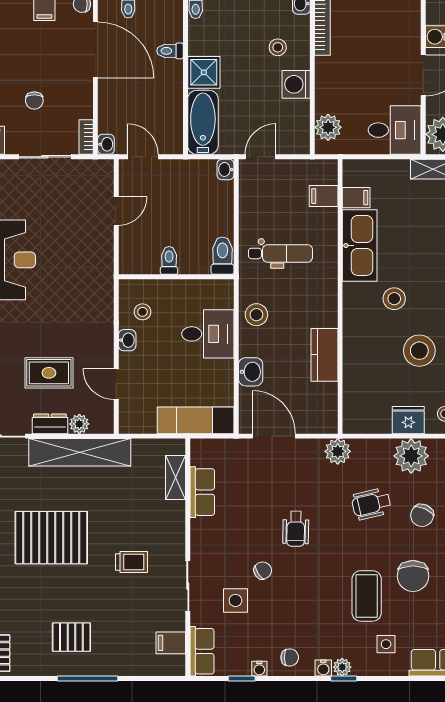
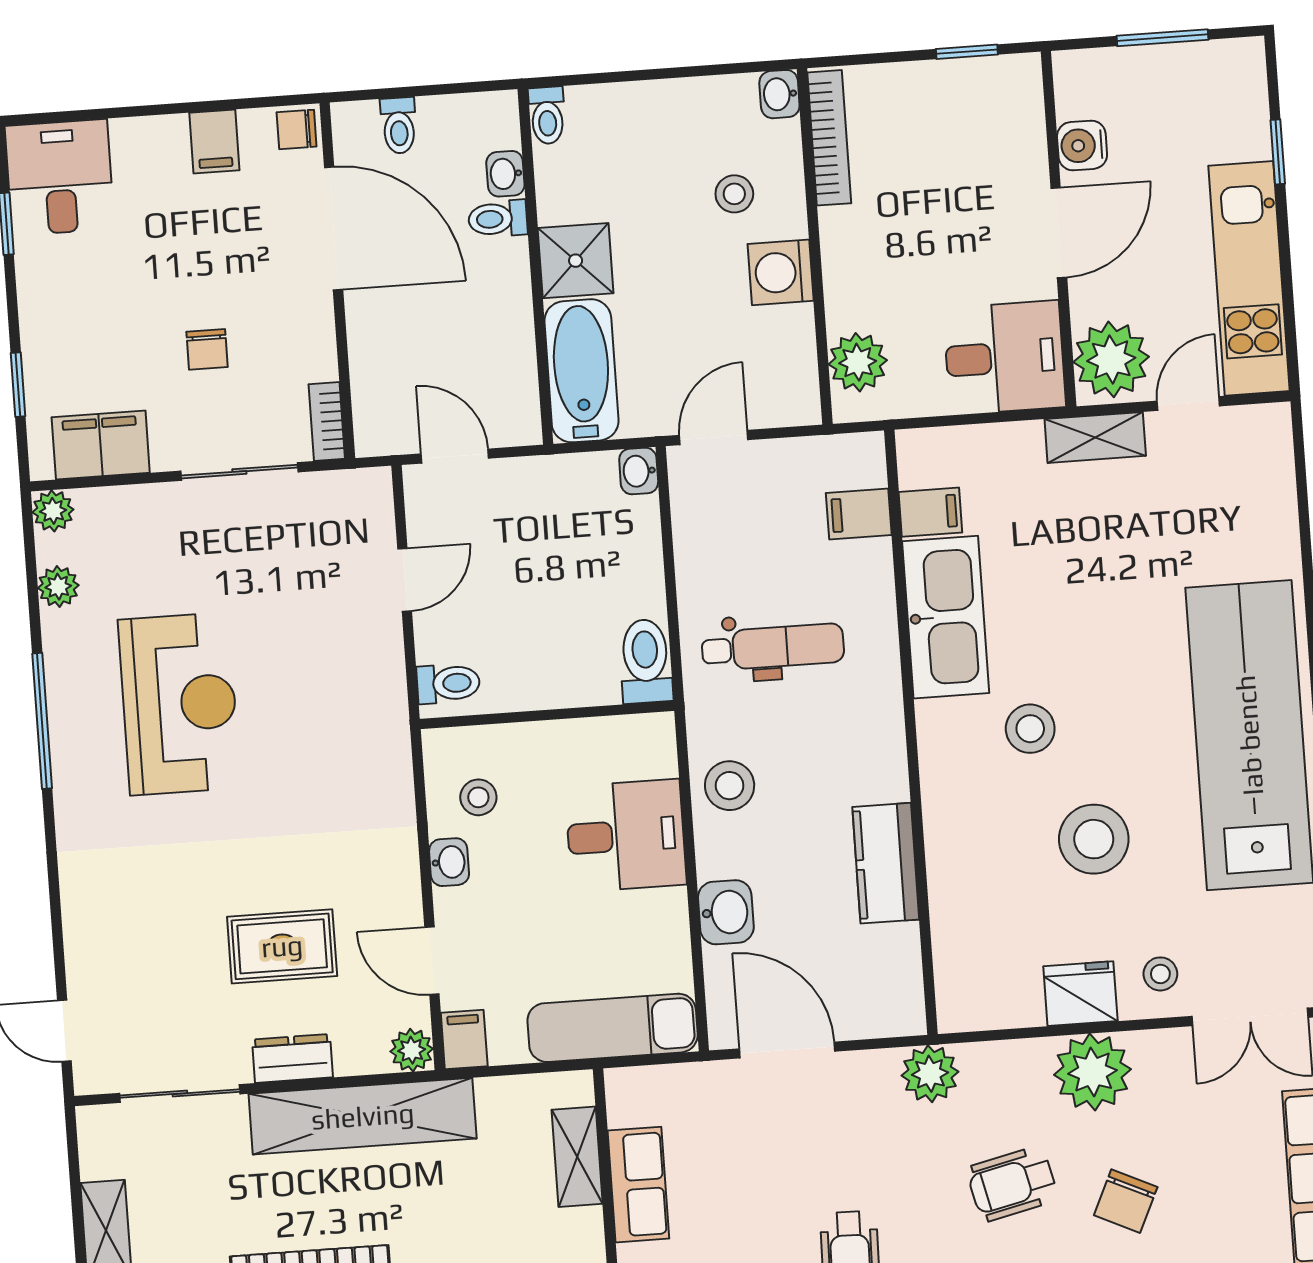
washbasin: (106, 144) -> (505, 174), moved, turned 180
toilet: (169, 260) -> (448, 683), moved, turned 90
filing cabinet: (128, 421) -> (464, 1039), added
plant: (79, 424) -> (412, 1050), moved

